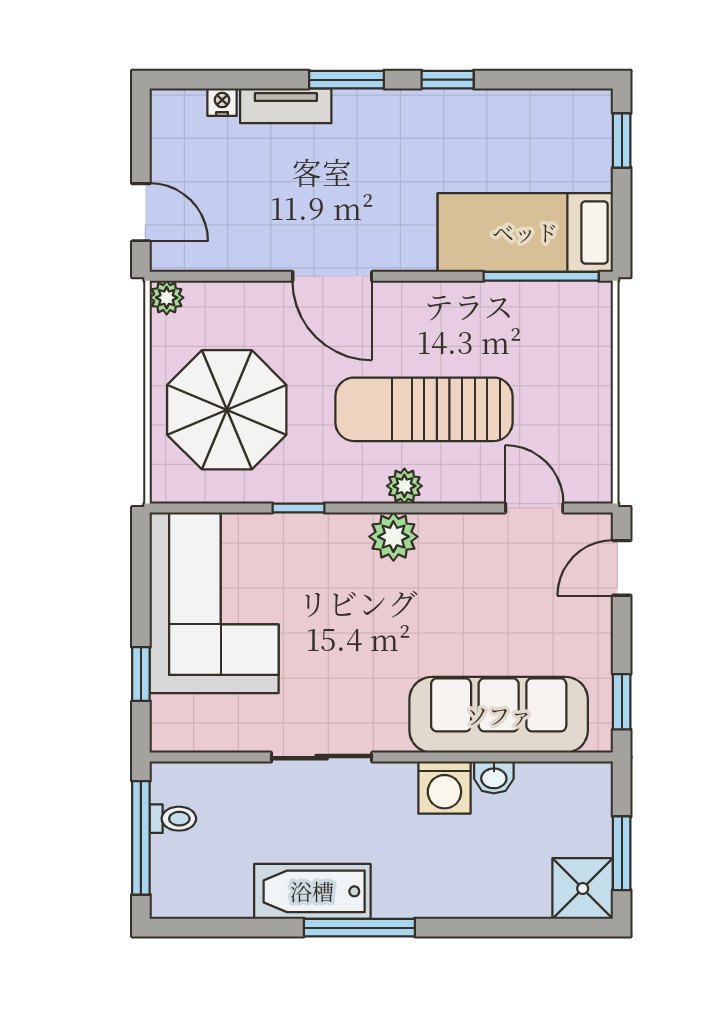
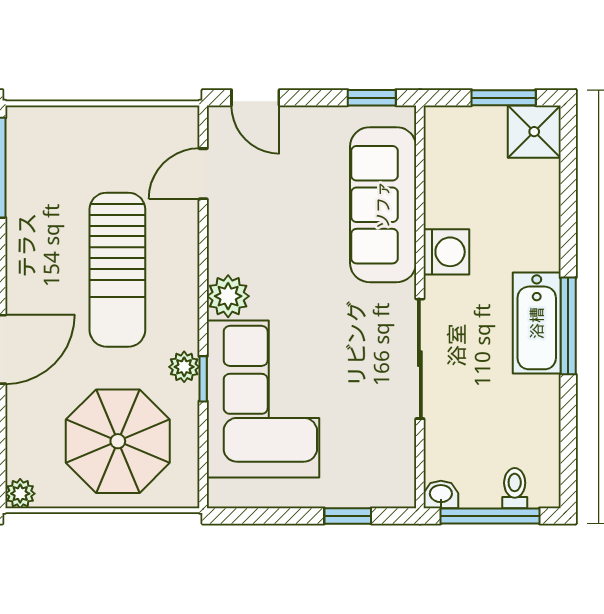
plant: (404, 486) -> (184, 367), moved
corner sofa: (214, 603) -> (263, 399), moved, turned 90
sliding door: (322, 757) -> (420, 359), width x1.37
washbasin: (494, 777) -> (441, 494), moved, turned -90
toilet: (173, 819) -> (515, 488), moved
bathtub: (312, 891) -> (537, 323), moved

